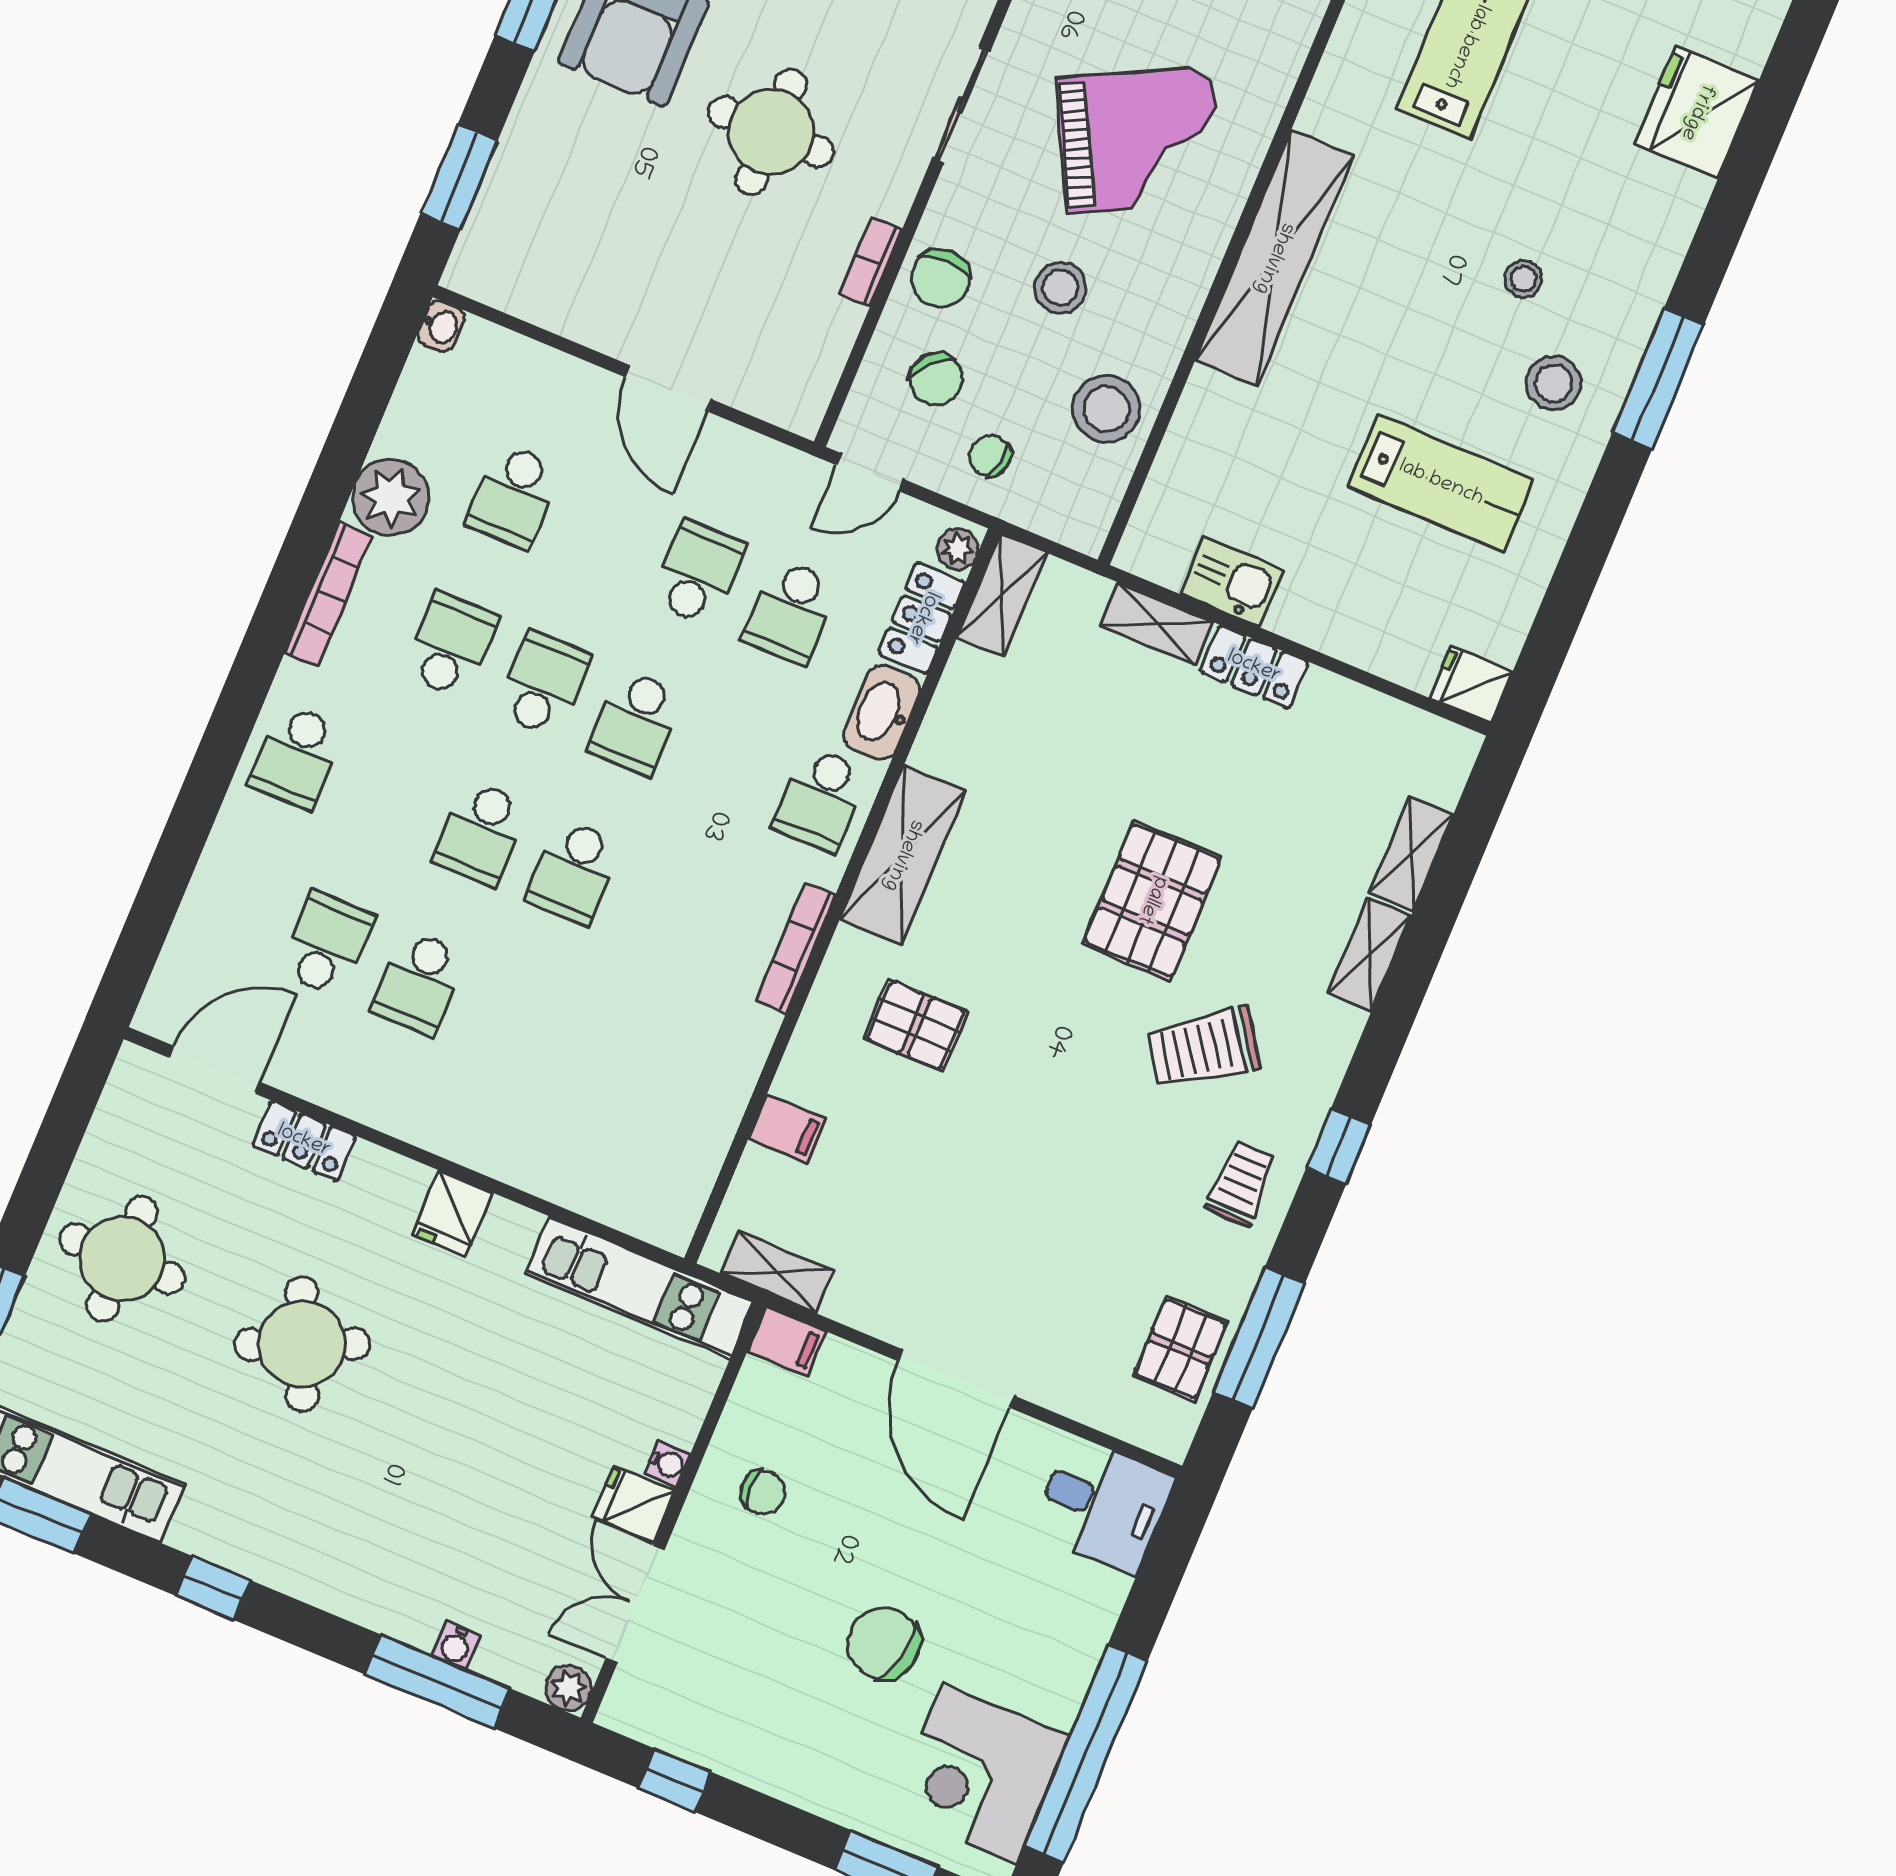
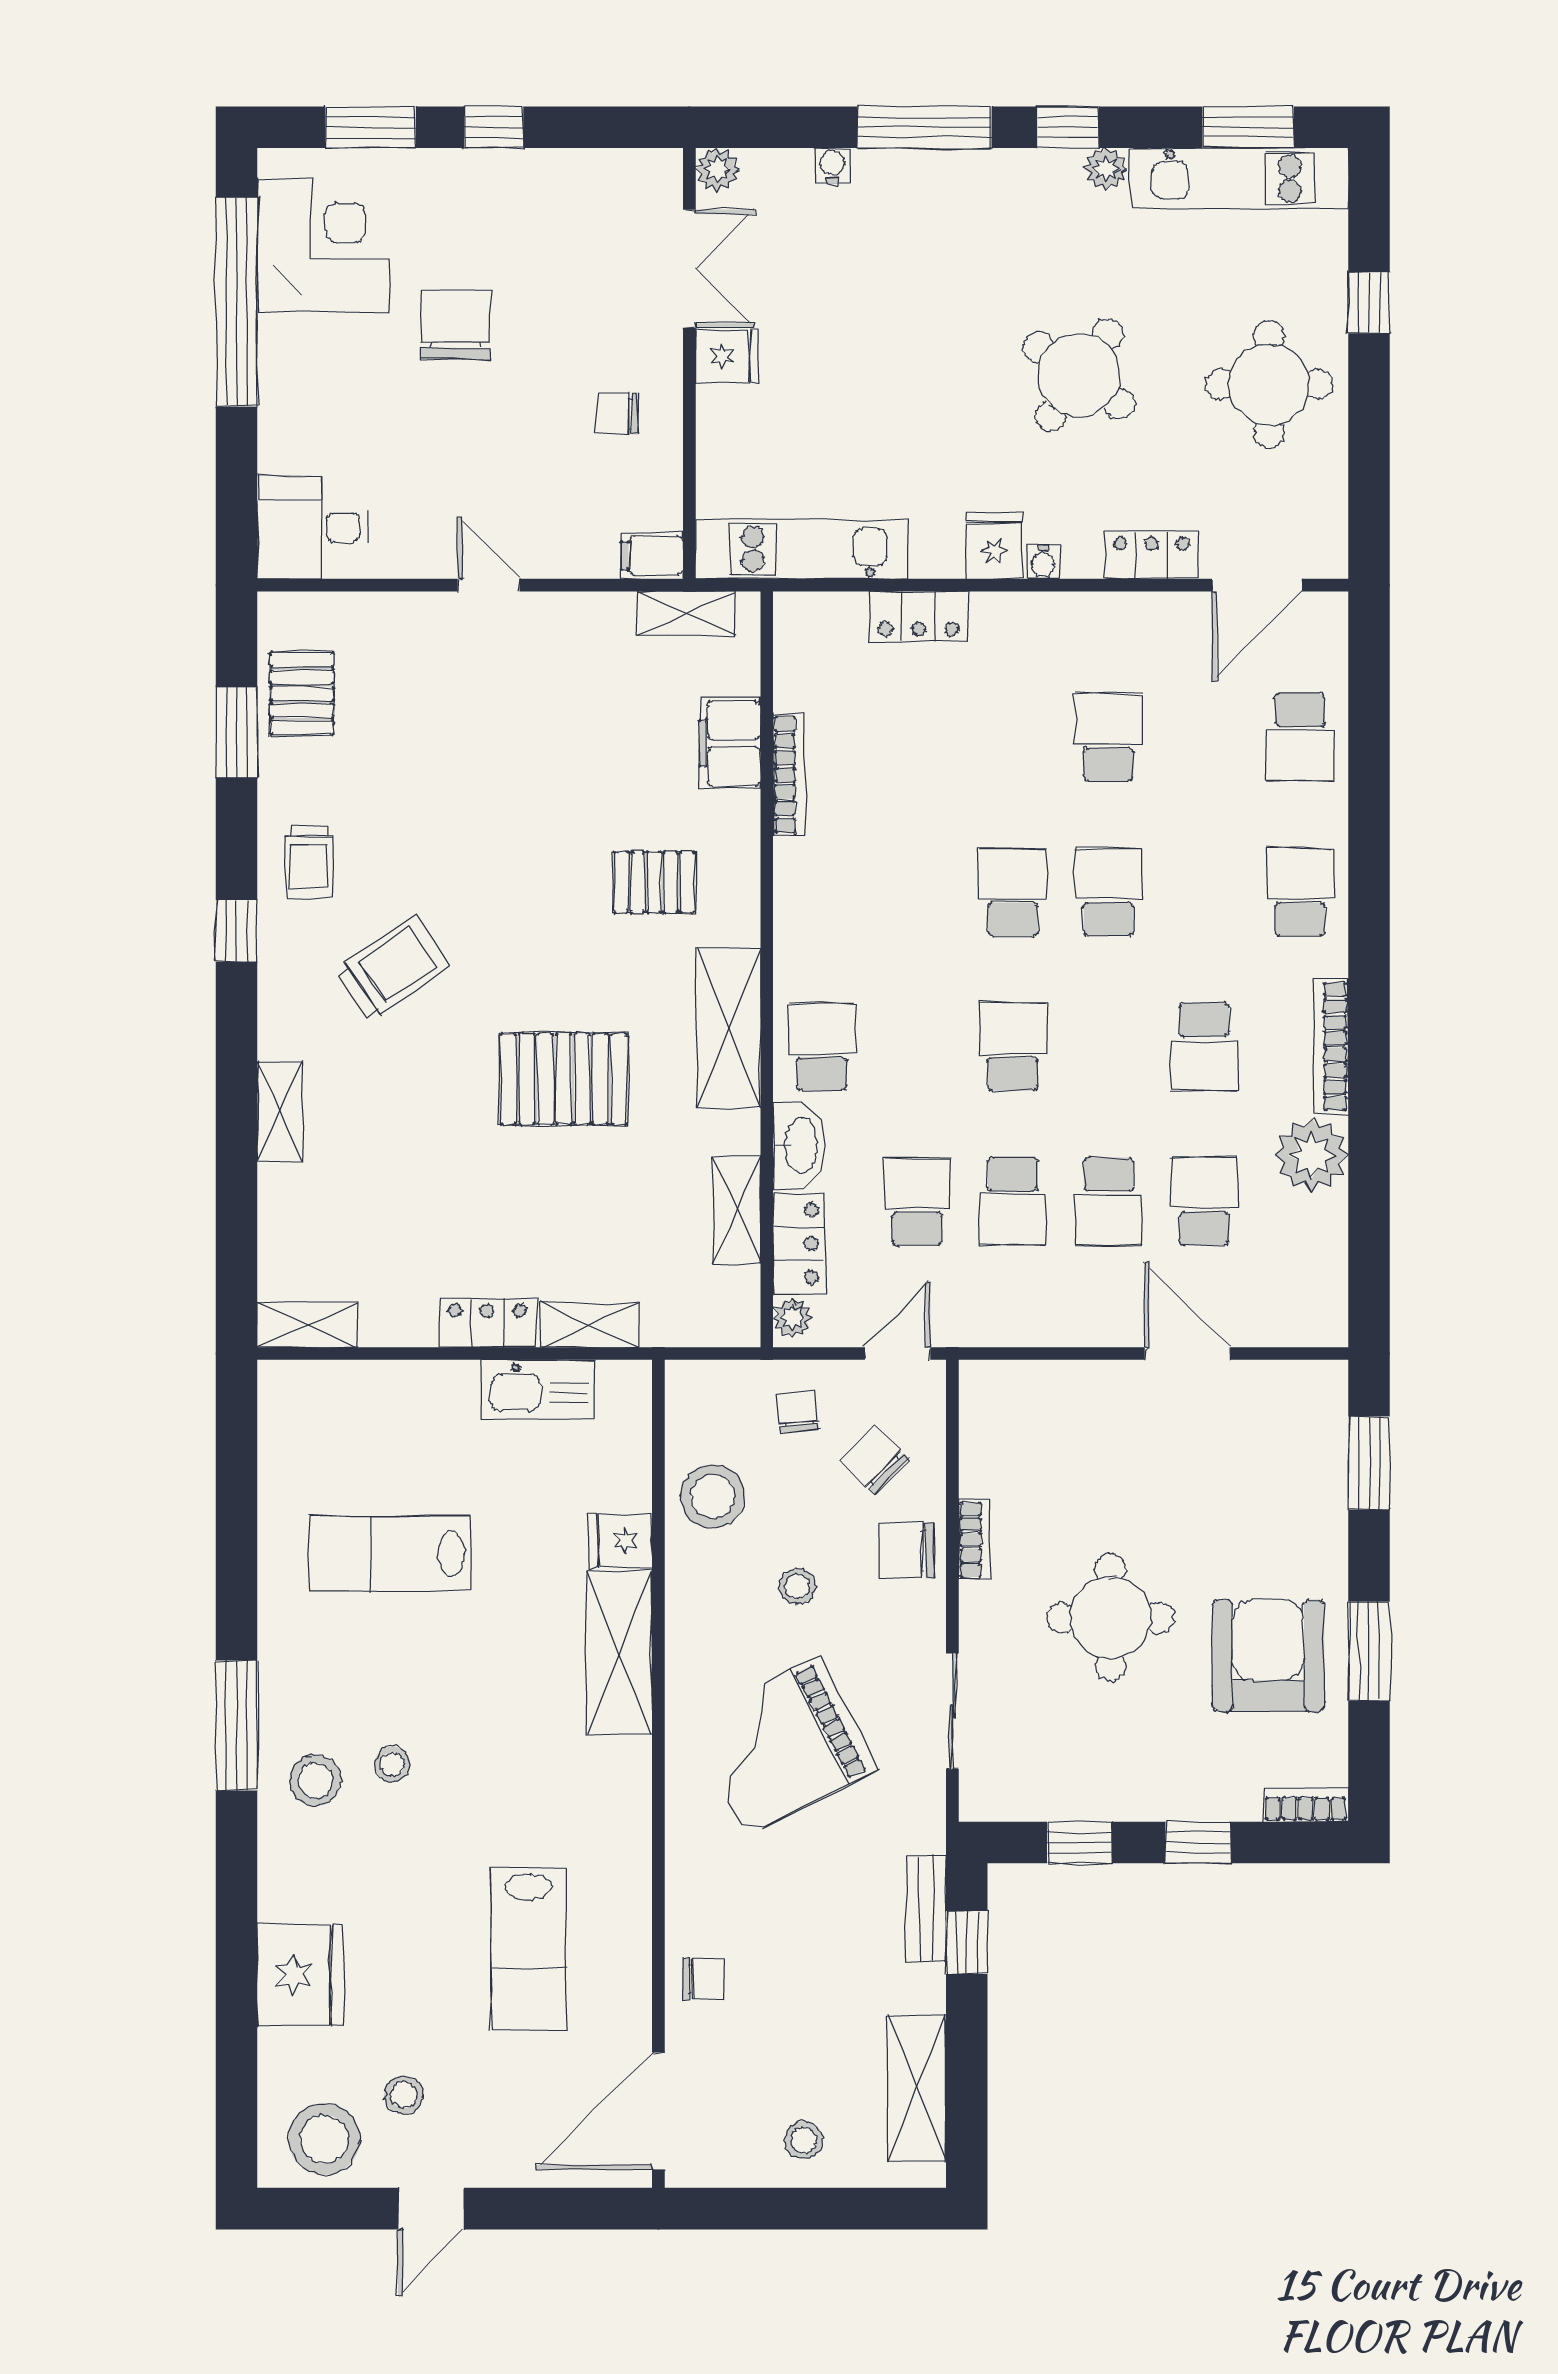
shelving: (1274, 258) -> (620, 1653), width x0.68
chair: (941, 278) -> (907, 1551), turned -90
stool: (1060, 288) -> (798, 1586), width x0.73, depth x0.73
washbasin: (441, 326) -> (1330, 1325), removed
stool: (1554, 383) -> (315, 1780), moved
door: (669, 388) -> (1188, 1354), moved
chair: (990, 456) -> (798, 1412), turned -106
kitchen sink: (1232, 582) -> (538, 1390), width x1.38
shelving: (1002, 595) -> (736, 1210), moved
school desk: (543, 684) -> (1109, 1201), moved
fridge: (1471, 685) -> (620, 1541), moved, turned 180
shelving: (1411, 854) -> (308, 1325), moved, turned 90
pallet: (1152, 900) -> (564, 1079), moved, turned 90
school desk: (326, 944) -> (1300, 737), moved
bookcase: (796, 948) -> (789, 775), moved
filing cabinet: (787, 1129) -> (730, 743), width x2.00
locker: (554, 1176) -> (918, 616), added
window: (1259, 1338) -> (237, 732), width x0.69
round table: (302, 1344) -> (1079, 375), turned -32
door: (956, 1379) -> (489, 585), width x0.53
water cooler: (668, 1463) -> (1043, 562), moved, turned -90
plant: (193, 1533) -> (1106, 169), added
chair: (883, 1643) -> (456, 325), turned -101
window: (437, 1681) -> (925, 127), moved
window: (674, 1780) -> (494, 127), moved

